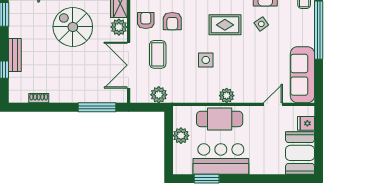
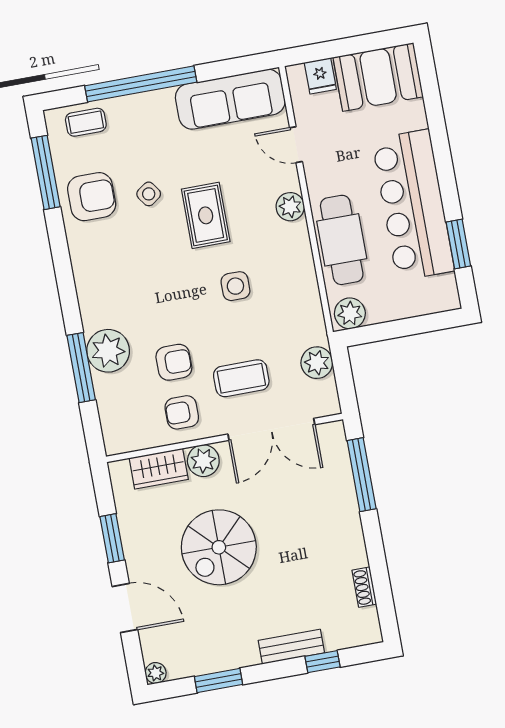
rug: (225, 25) -> (206, 215), moved
plant: (227, 96) -> (290, 207), moved
plant: (181, 136) -> (350, 313), moved
bar counter: (221, 159) -> (413, 205), width x1.36

